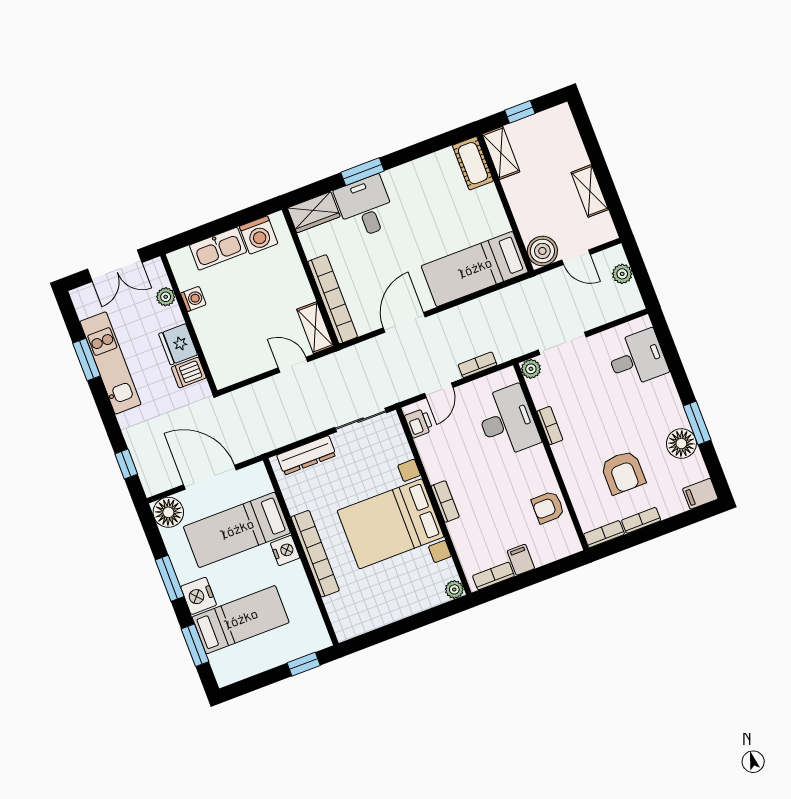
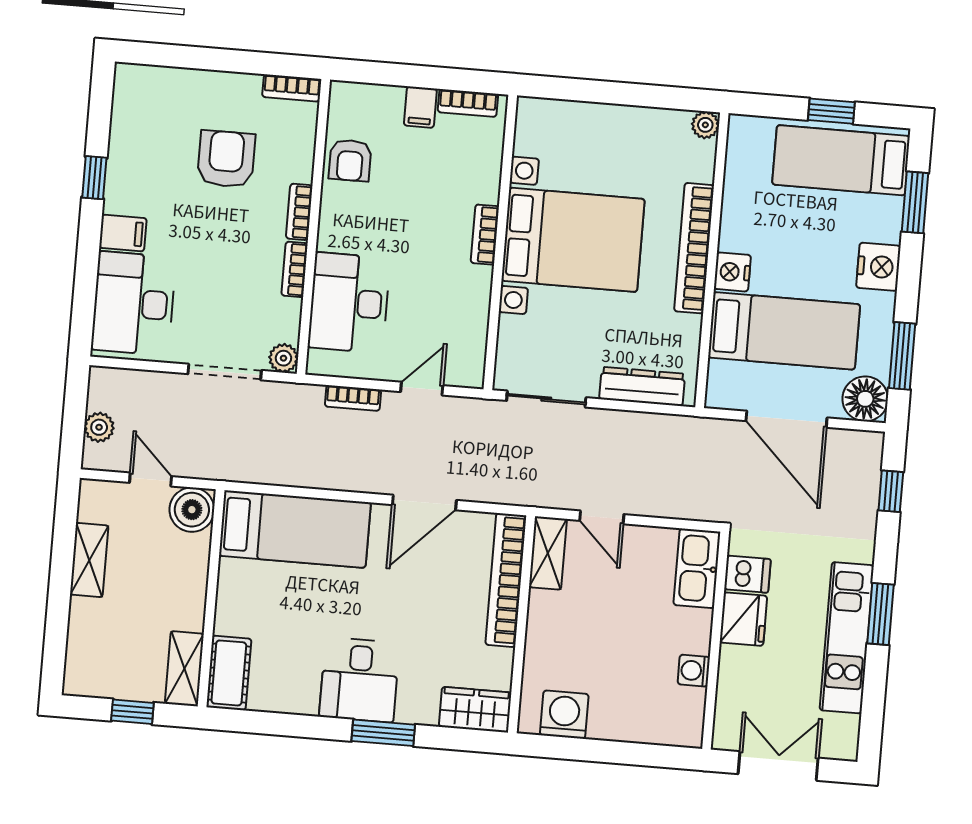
desk: (365, 207) -> (359, 680), moved
kitchen sink: (218, 249) -> (697, 568), moved, turned -90
plant: (166, 297) -> (730, 691), removed
window: (86, 359) -> (880, 614), moved
desk: (637, 359) -> (134, 303), width x1.37
printer: (419, 423) -> (470, 357), removed
window: (697, 423) -> (94, 178), width x0.67
floor lamp: (681, 444) -> (129, 160), removed
filing cabinet: (700, 494) -> (123, 233), moved
armchair: (548, 507) -> (350, 160), turned 90
bookcase: (641, 520) -> (299, 212), moved, turned 90
window: (170, 578) -> (902, 356), moved
plant: (454, 589) -> (705, 125), moved
bed: (241, 620) -> (841, 160), moved
window: (304, 664) -> (831, 111), moved

